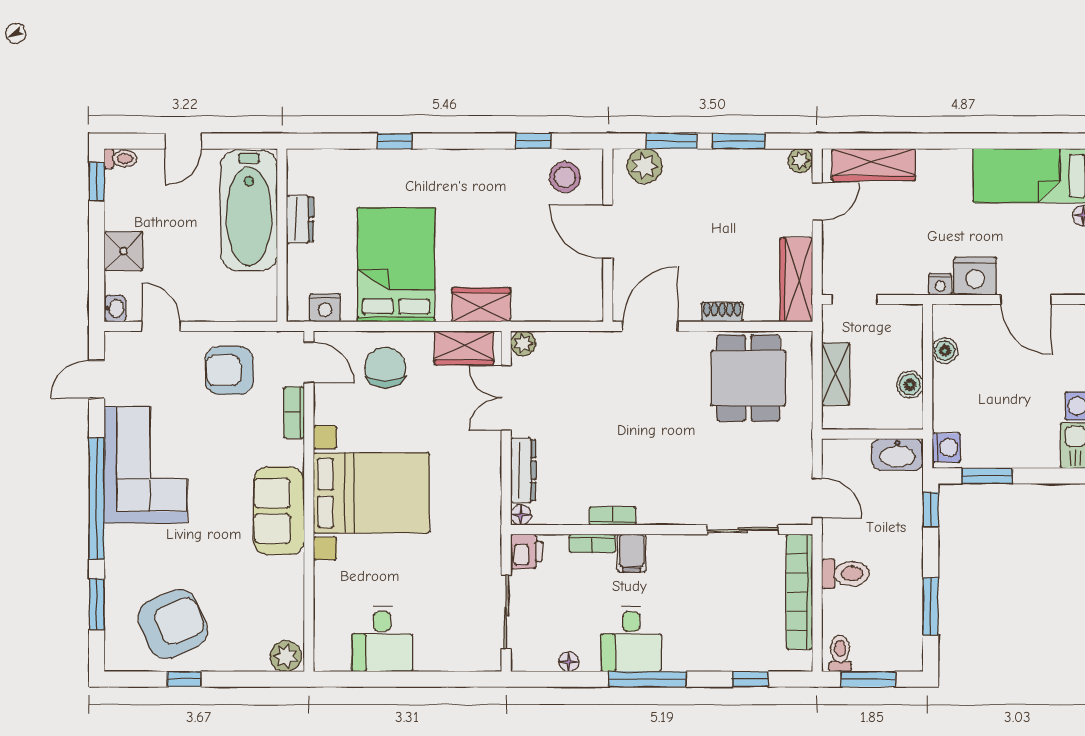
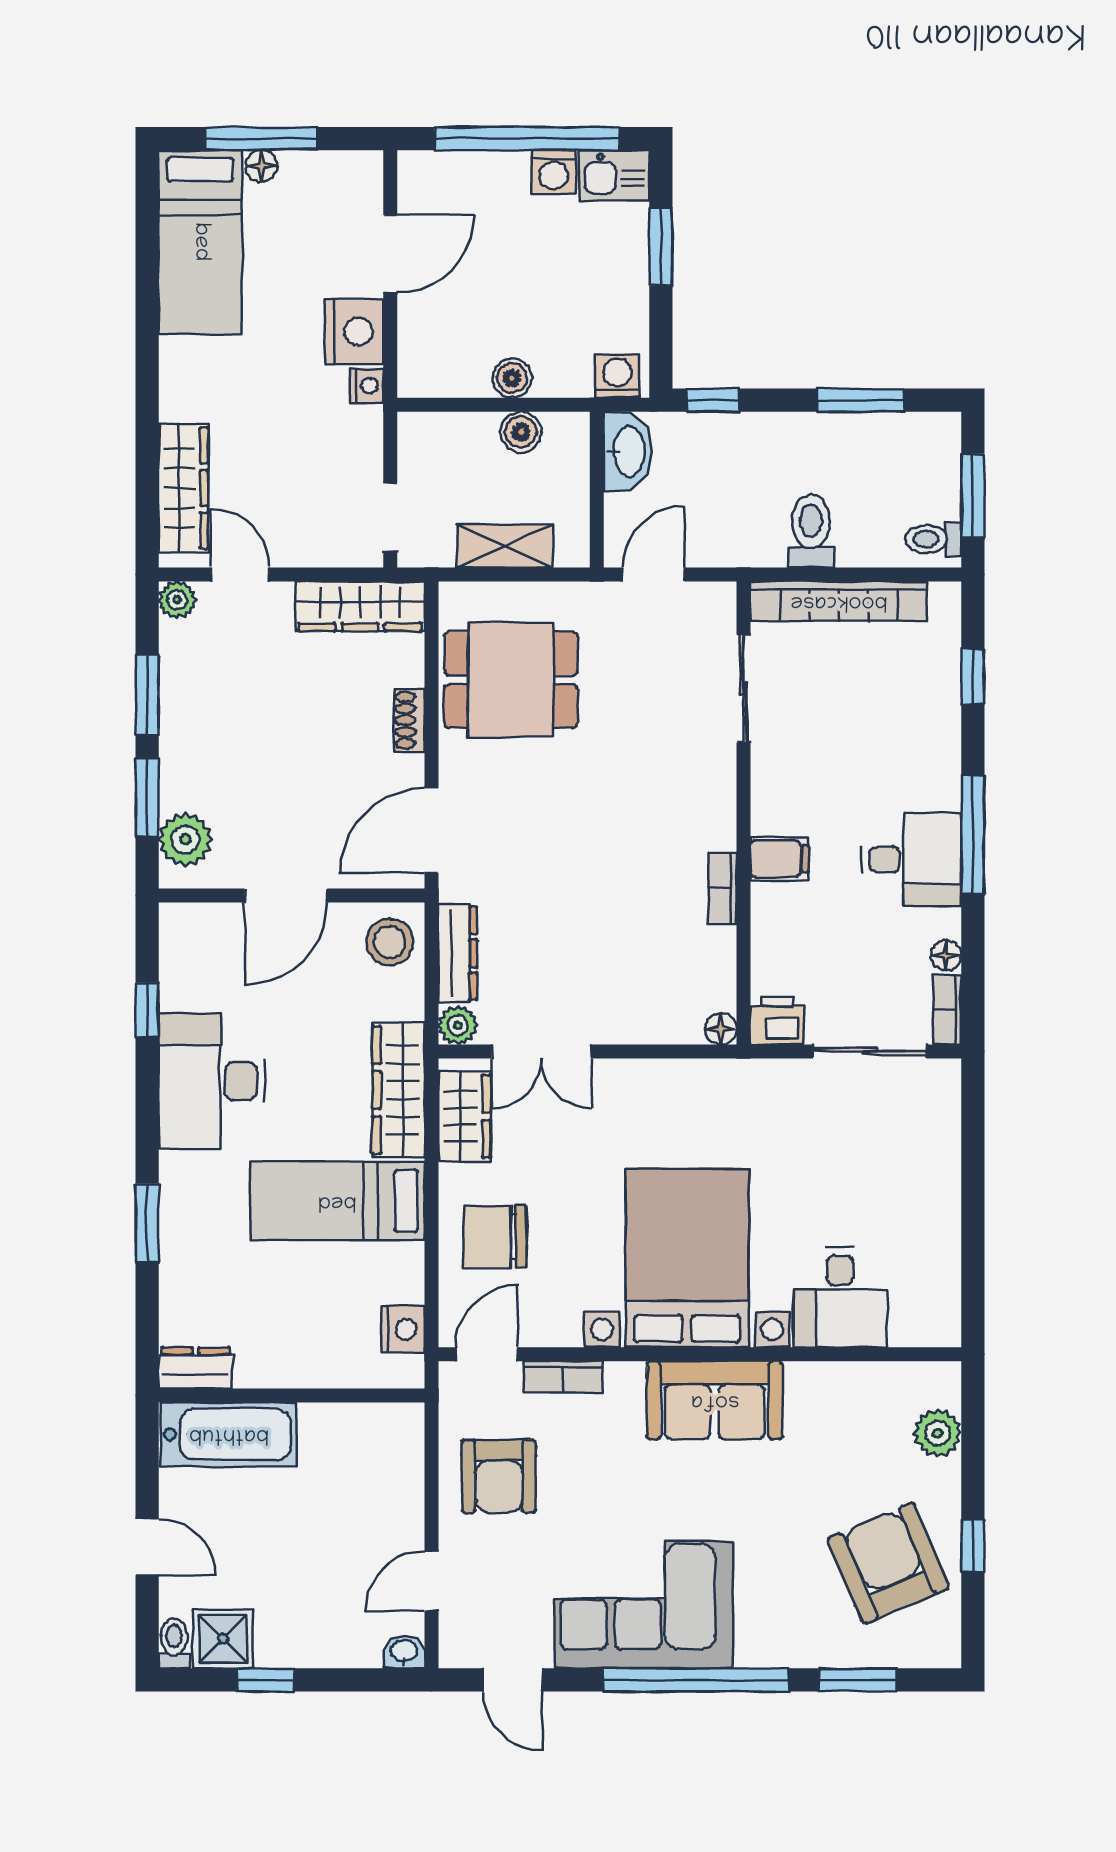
window: (394, 141) -> (147, 1223), width x1.50
stool: (565, 177) -> (390, 942), moved
window: (97, 182) -> (266, 1680), moved
desk: (487, 183) -> (212, 1081), added
bathtub: (249, 210) -> (229, 1434), width x0.73, depth x0.73
dresser: (300, 219) -> (196, 1368), moved
shower: (123, 251) -> (223, 1639), moved
bed: (396, 265) -> (337, 1201), width x0.67
wardrobe: (481, 305) -> (399, 1090), width x1.50
door: (650, 326) -> (432, 830), hinge flipped
boiler: (945, 351) -> (512, 378), moved
dresser: (523, 470) -> (458, 953), moved, turned 90
window: (987, 476) -> (661, 247), moved
door: (817, 498) -> (654, 574), moved
bookcase: (592, 543) -> (947, 1009), moved, turned 180
desk: (382, 639) -> (840, 1297), moved, turned 90
plant: (286, 656) -> (938, 1433), moved

